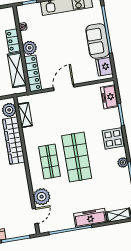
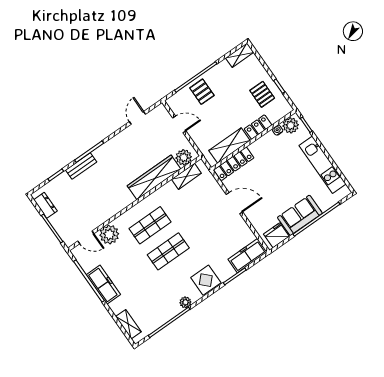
plant: (30, 48) -> (291, 125), moved
freezer: (109, 97) -> (247, 256), width x1.40
shop shelf: (77, 157) -> (168, 251), width x0.70, depth x0.74
freezer: (90, 218) -> (103, 285), moved

